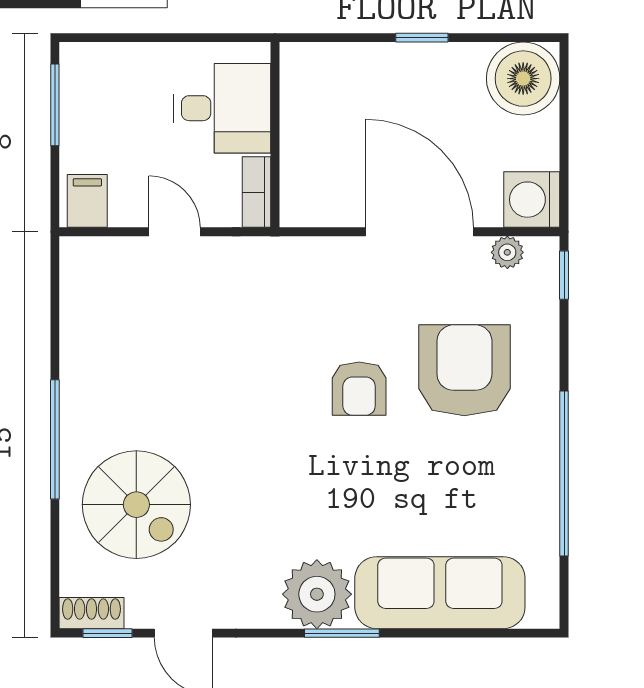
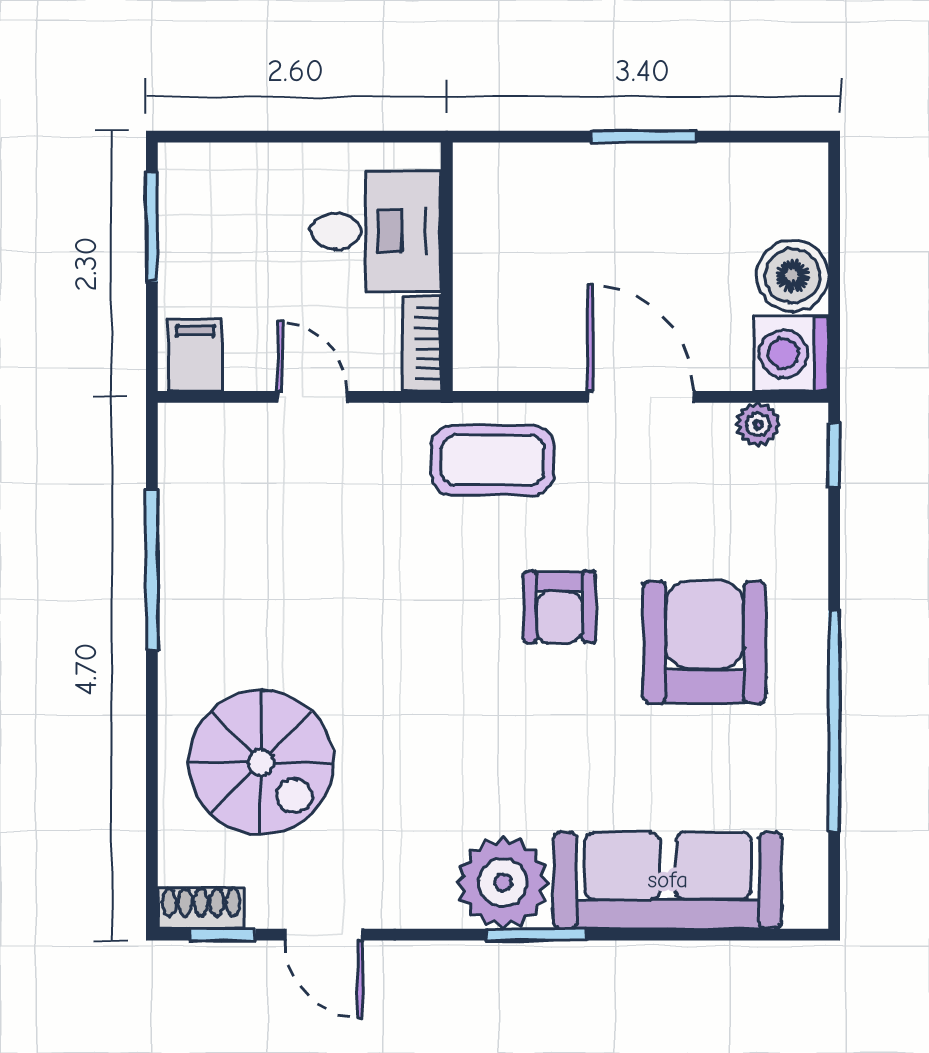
window: (422, 38) -> (644, 137), width x1.50
boiler: (523, 79) -> (792, 276), moved, width x0.73, depth x0.73
door: (420, 232) -> (641, 397), width x0.73
coffee table: (309, 279) -> (493, 460), added
armchair: (464, 370) -> (705, 642), moved
window: (55, 439) -> (152, 570), moved

